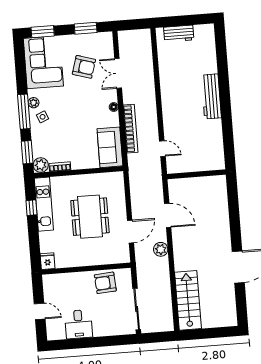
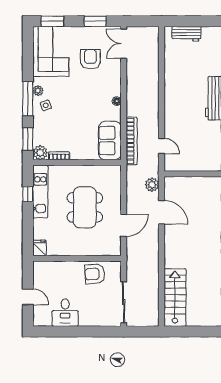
armchair: (84, 67) -> (90, 59), turned -107
double door: (118, 73) -> (124, 44), moved
bookcase: (131, 129) -> (132, 141), moved
plant: (161, 249) -> (152, 185), moved

